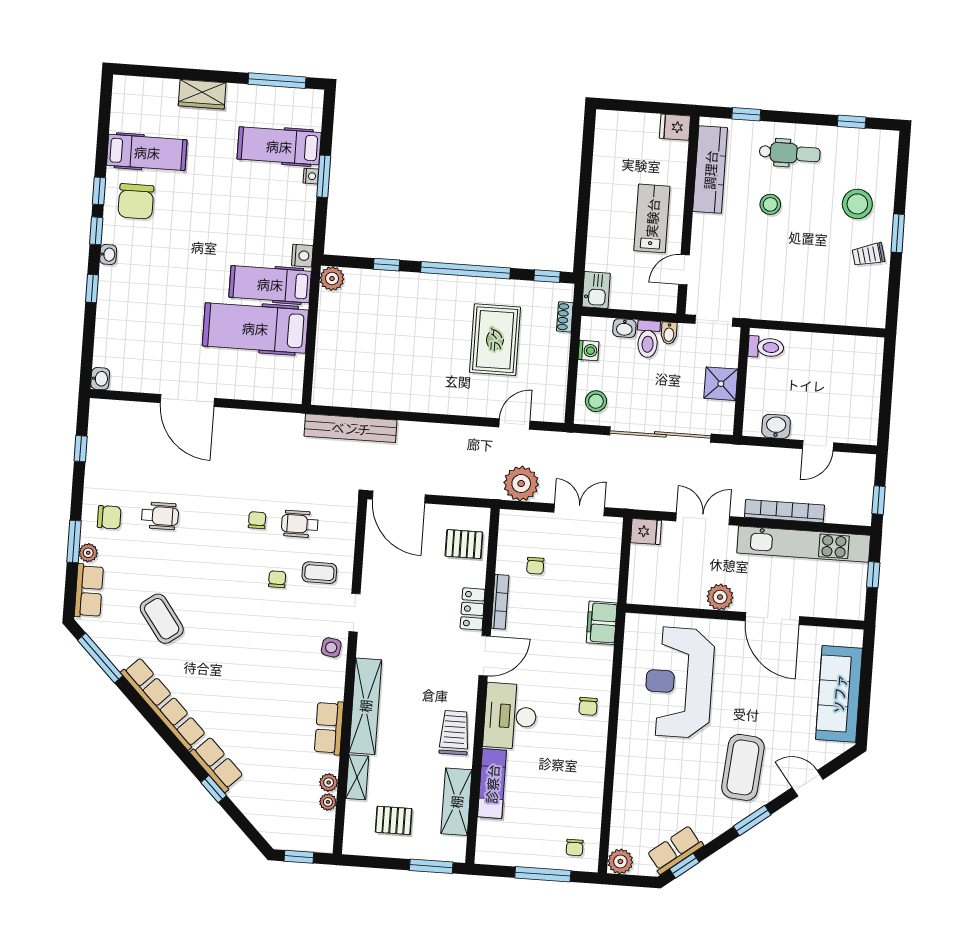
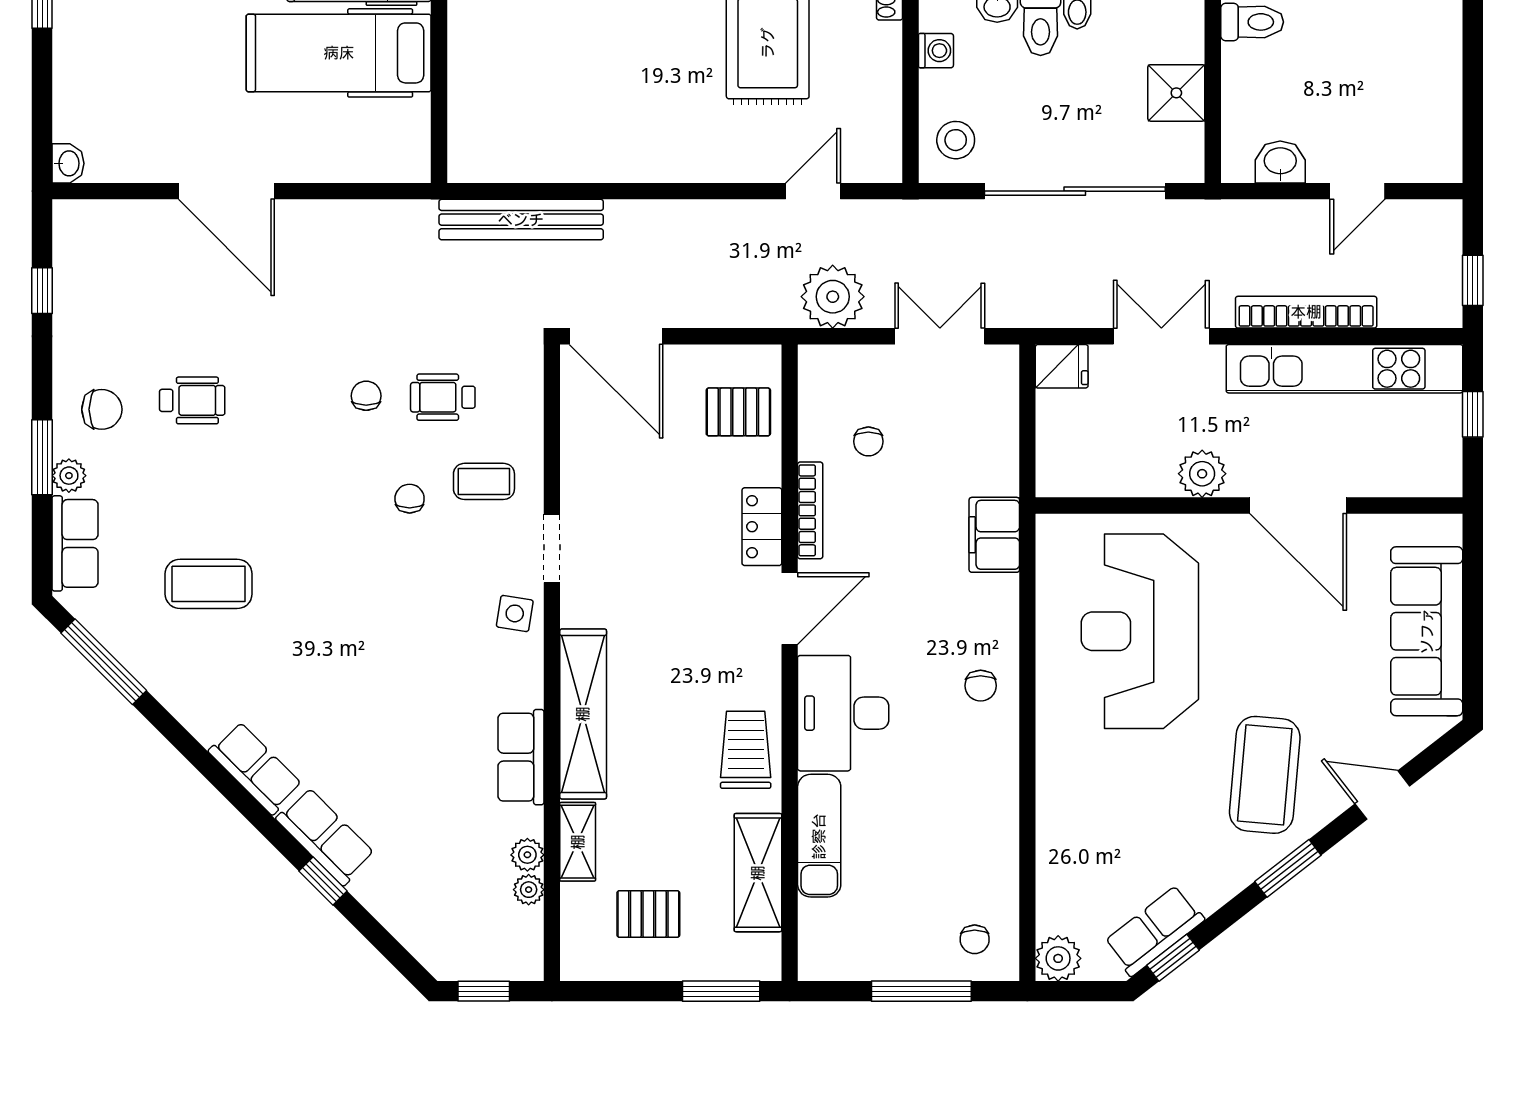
coffee table: (162, 619) -> (209, 584), turned -54
row of seats: (163, 703) -> (255, 768), width x0.50

